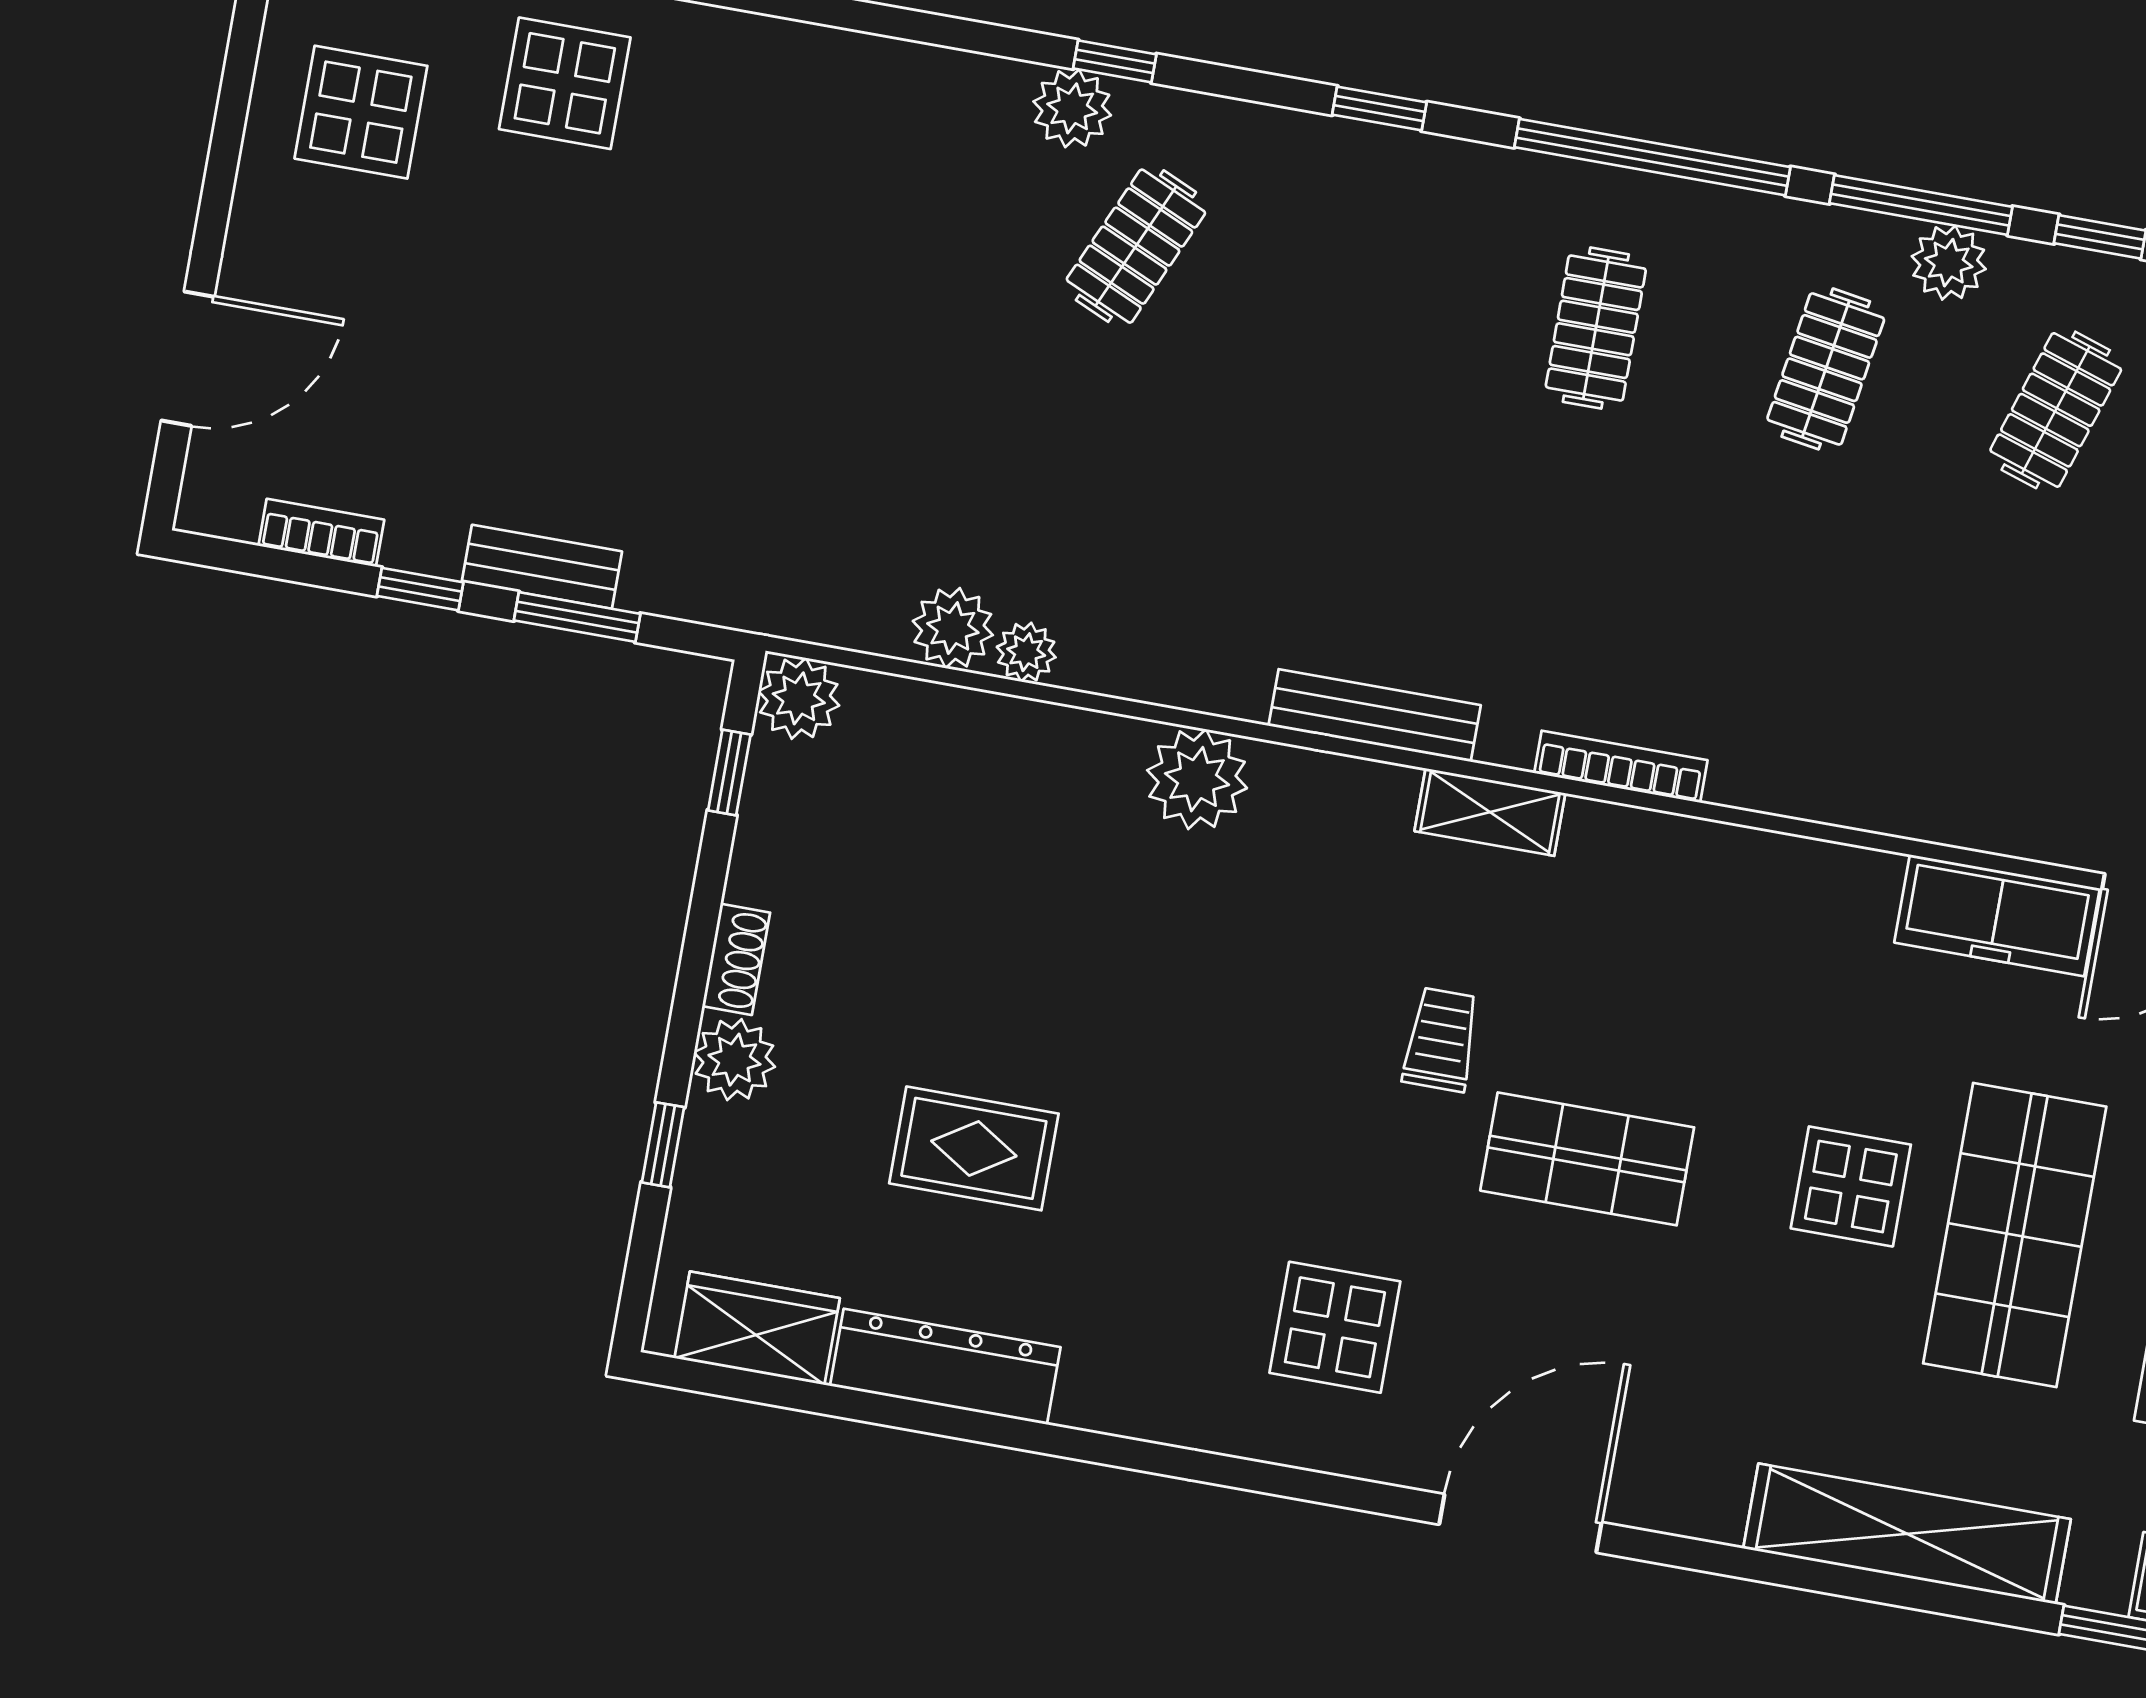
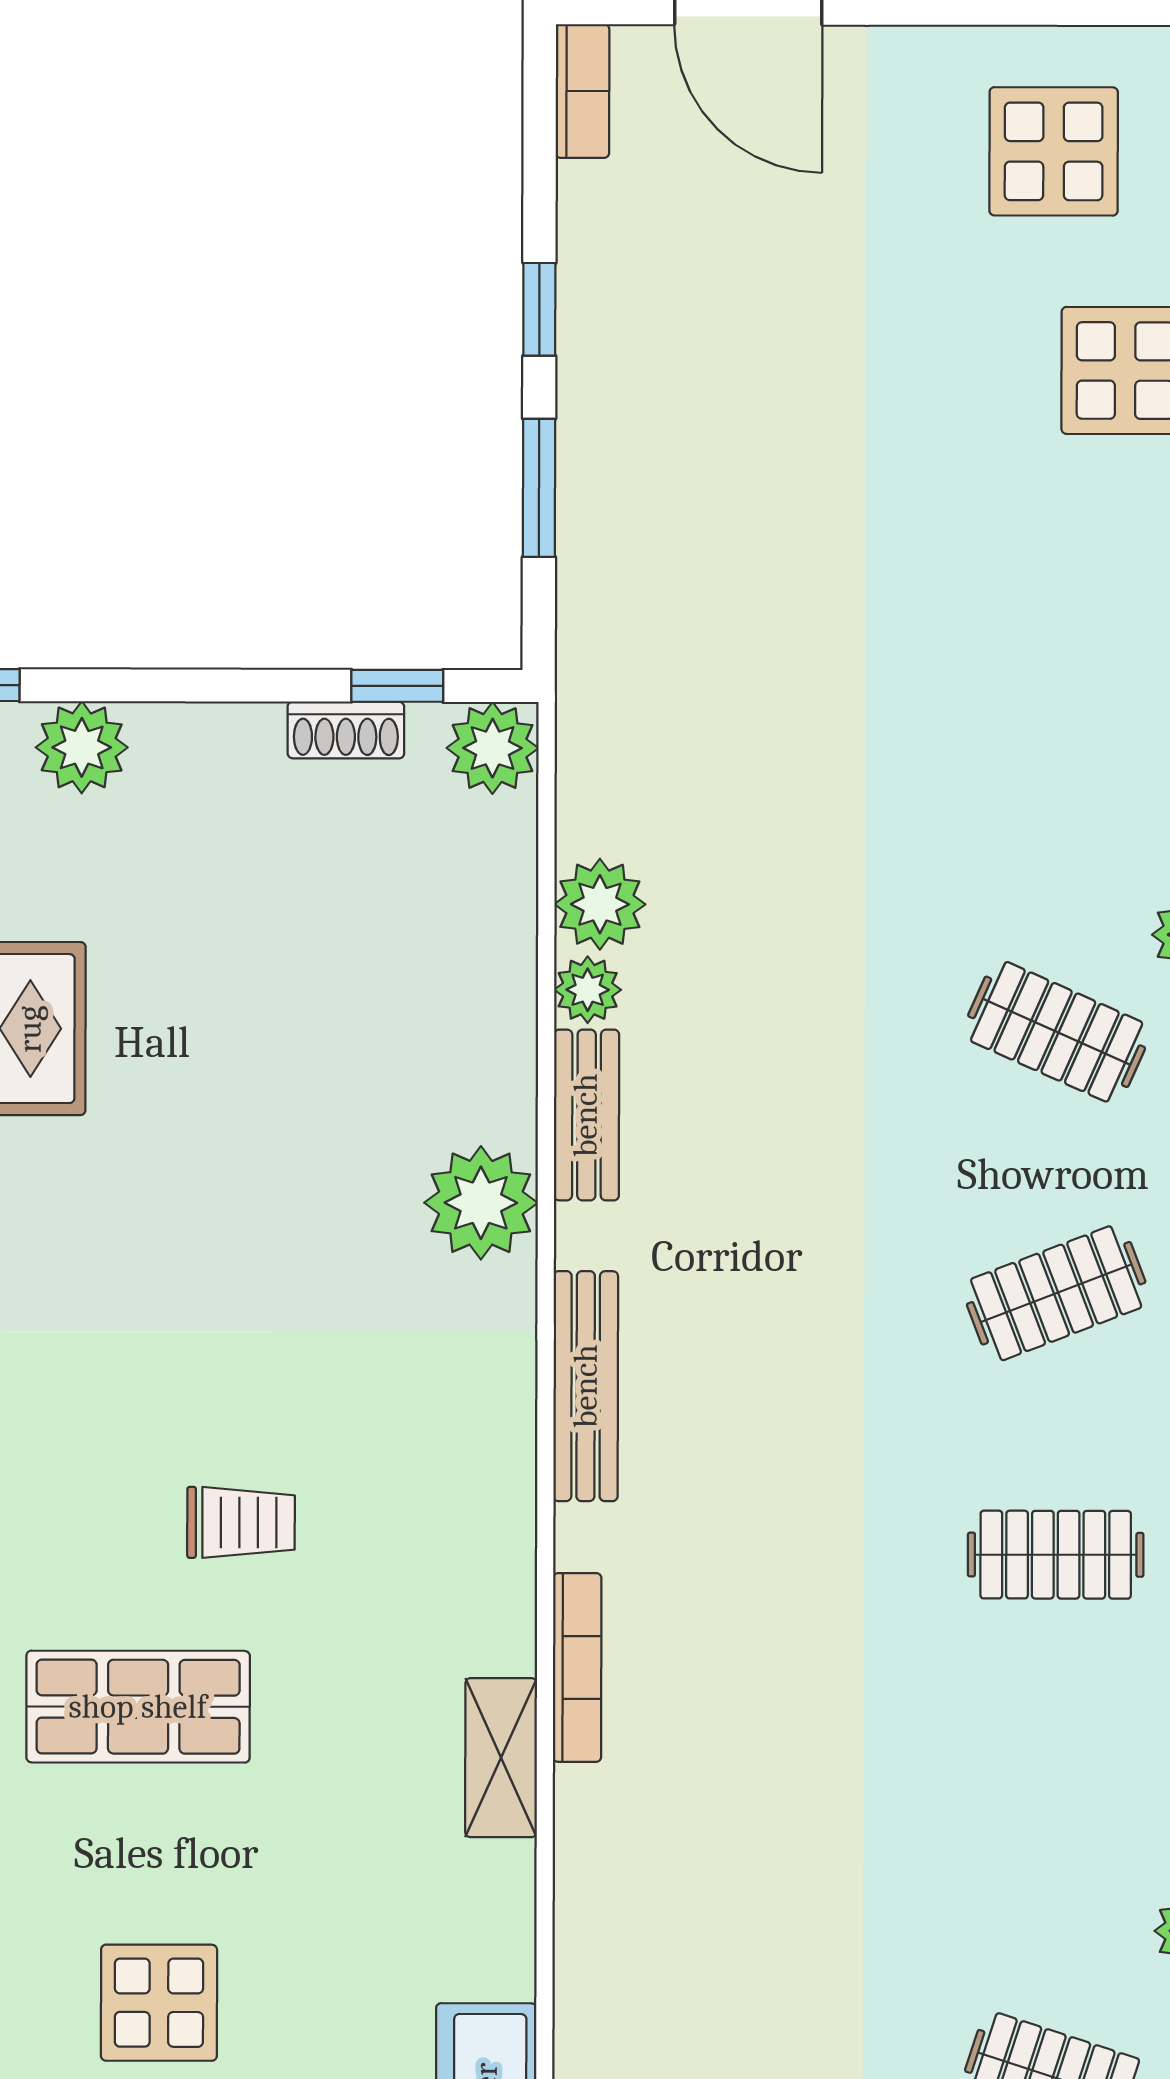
clothes rail: (1826, 369) -> (1056, 1293), moved, turned -30
bookcase: (321, 533) -> (582, 91), moved
bench: (542, 567) -> (586, 1115), moved
shelving: (1490, 812) -> (501, 1758), moved
shoe rack: (736, 959) -> (346, 730), moved
shop shelf: (1587, 1159) -> (138, 1707), turned 90

